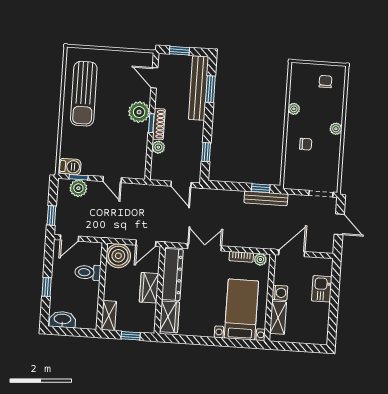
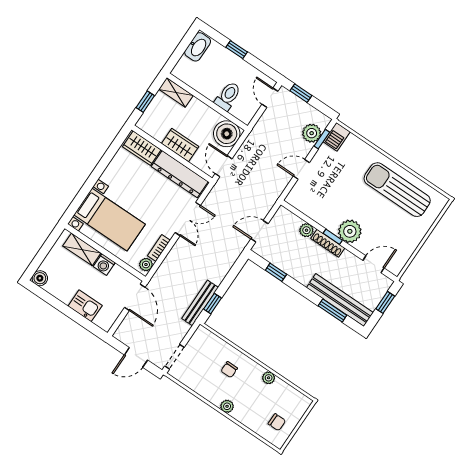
boiler: (321, 338) -> (40, 278), added

